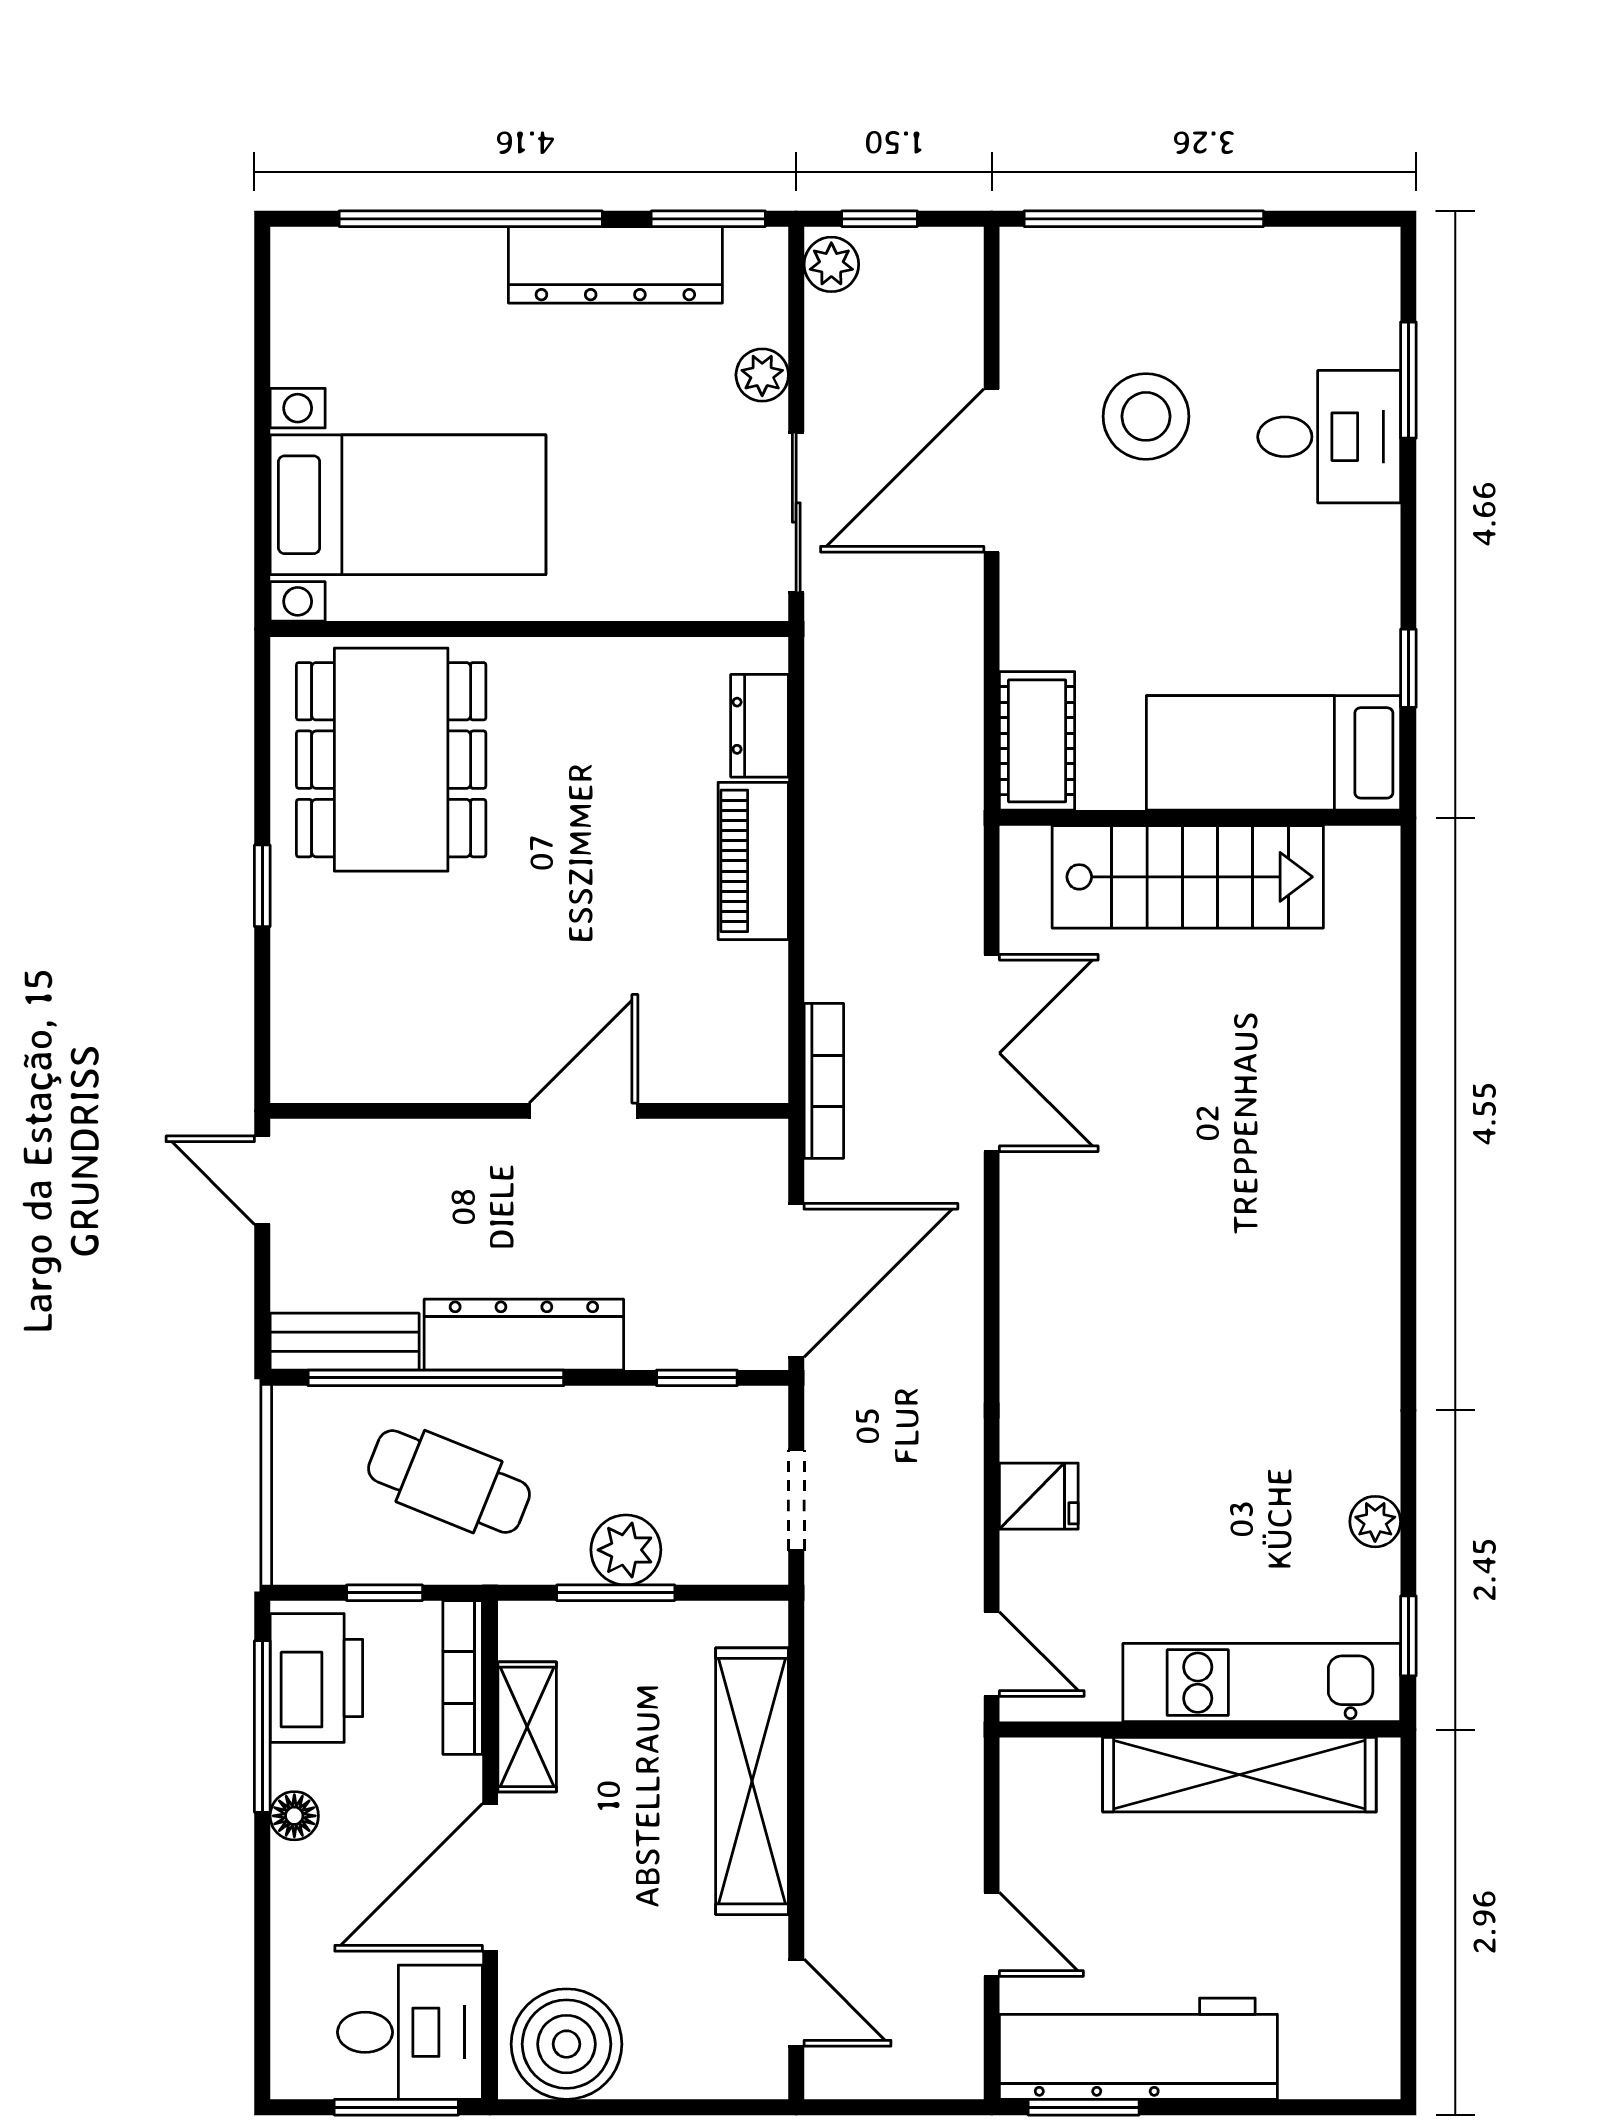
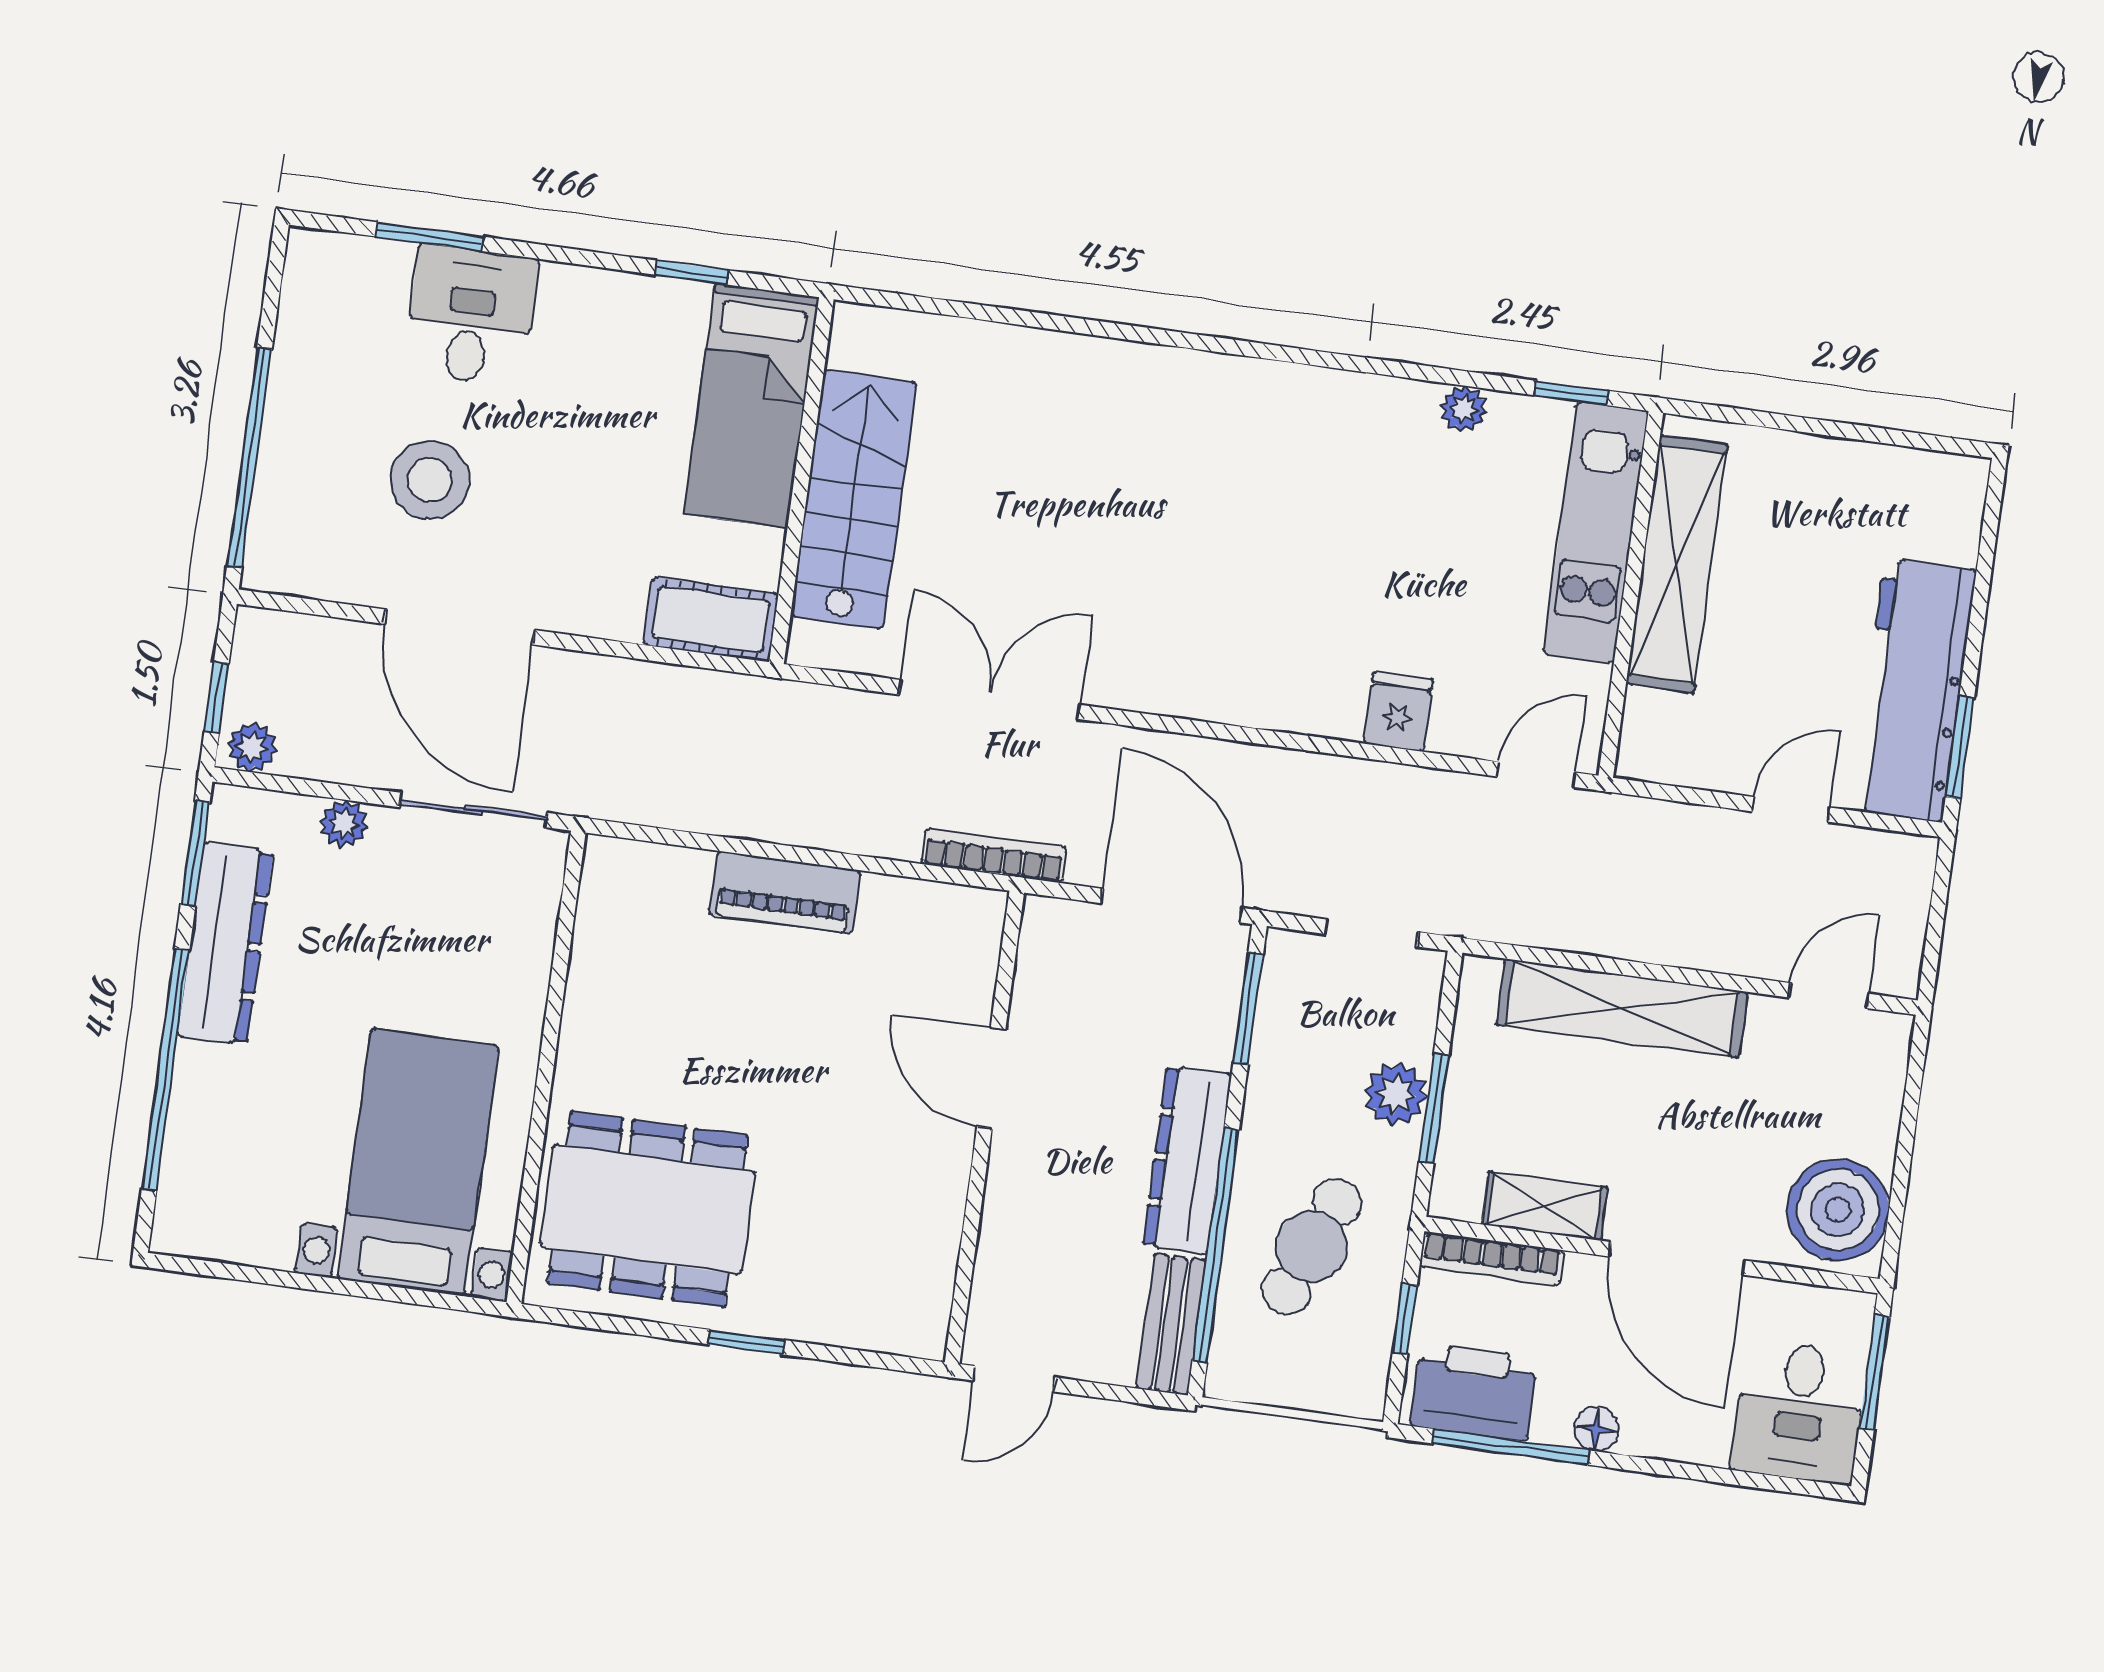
dresser: (760, 726) -> (663, 870), removed
window: (697, 1378) -> (1248, 1008), width x1.50
desk: (410, 2032) -> (1799, 1412), moved, turned 180

